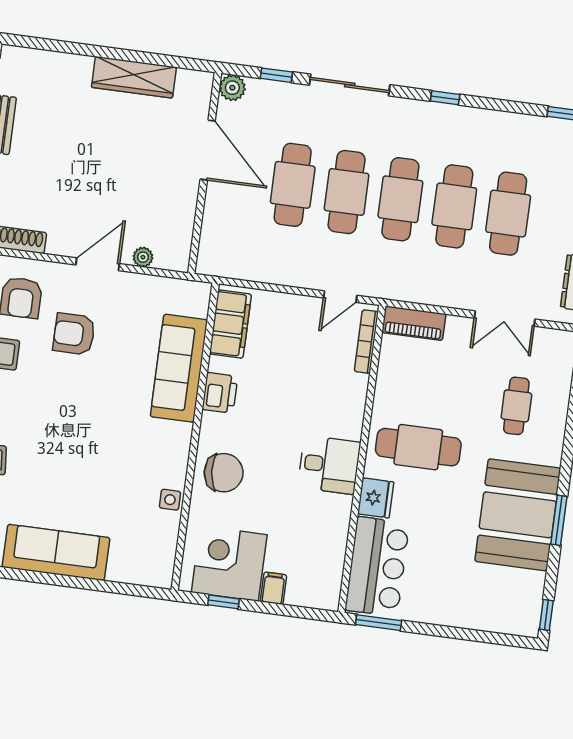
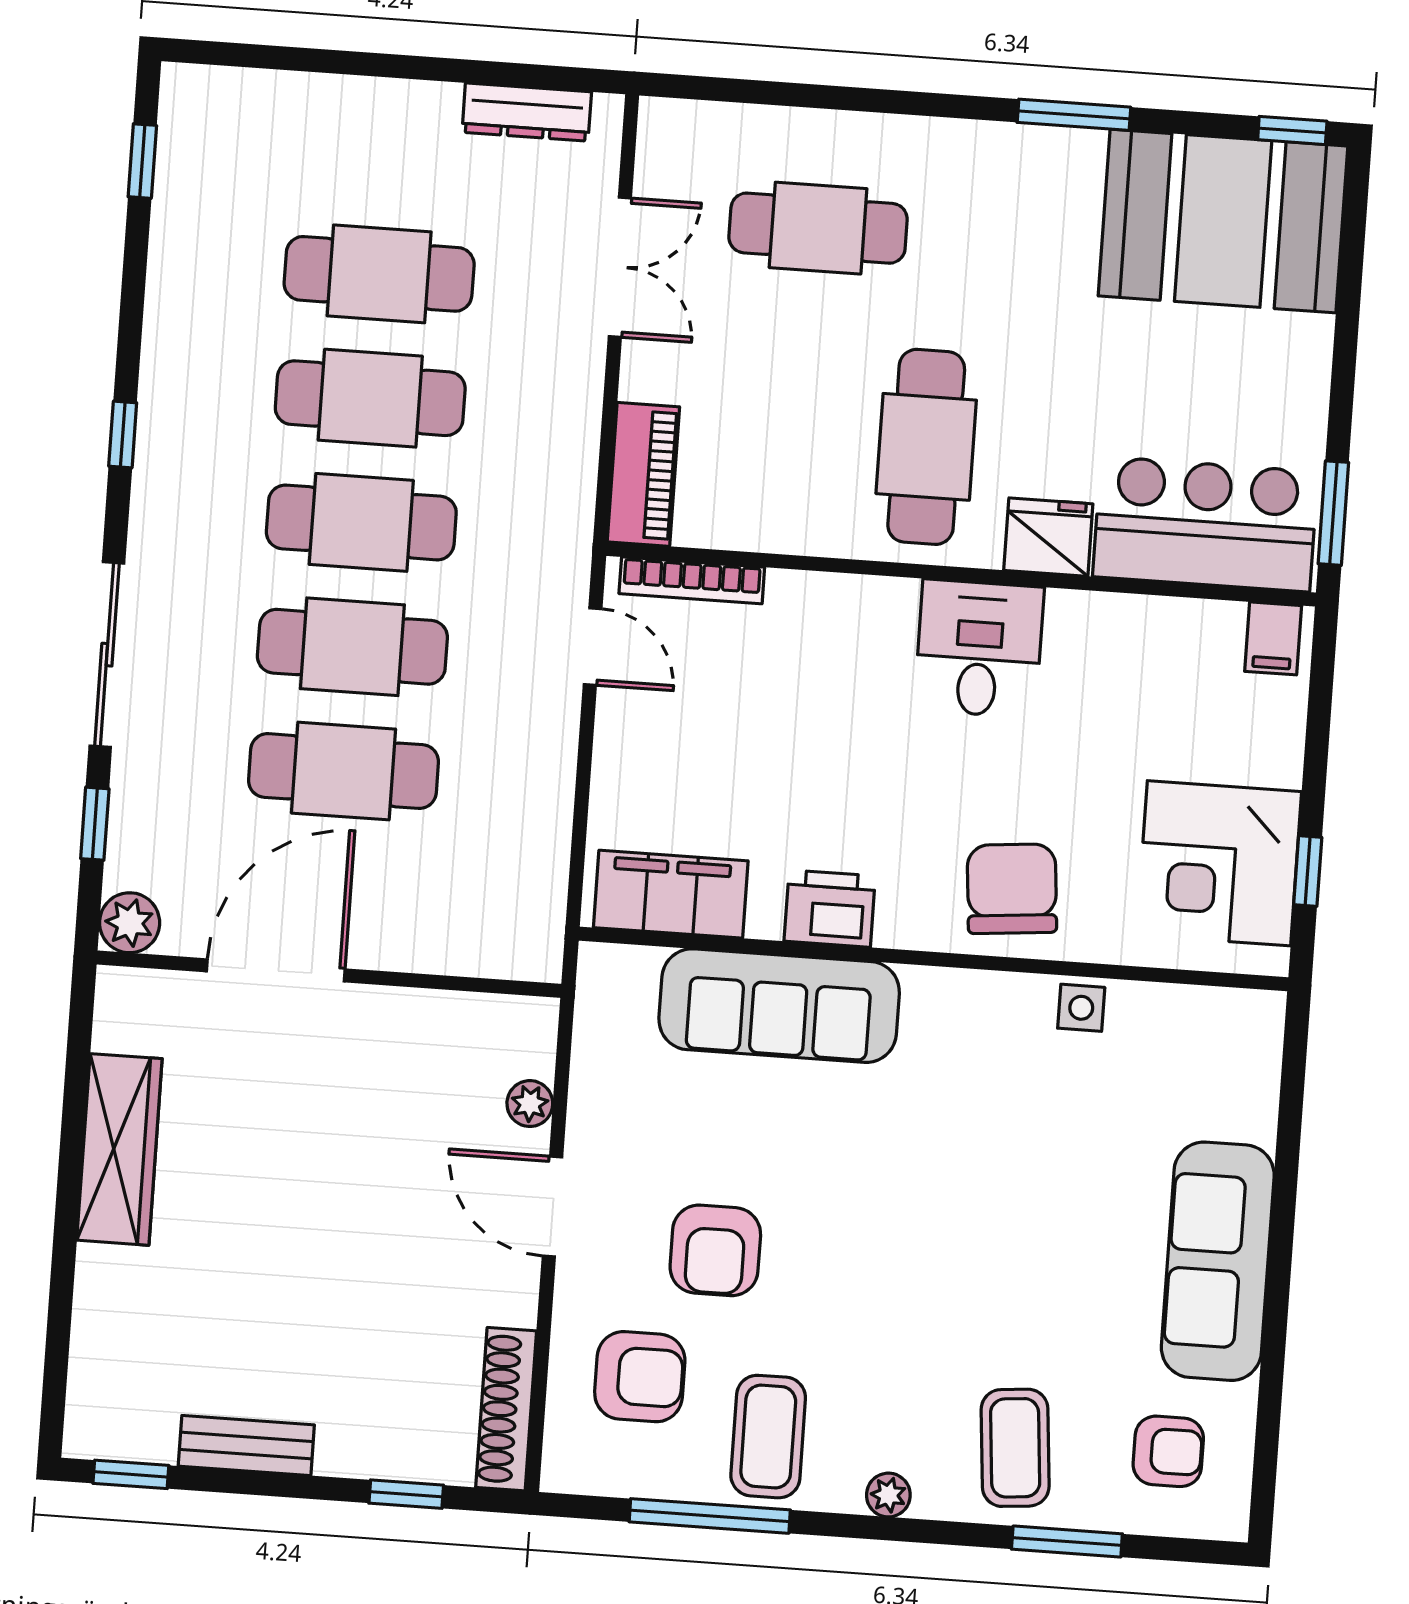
cafe table: (516, 406) -> (818, 228), width x1.37, depth x1.35
booth: (518, 515) -> (1223, 221), moved
filing cabinet: (273, 588) -> (1273, 638), moved, turned -90

